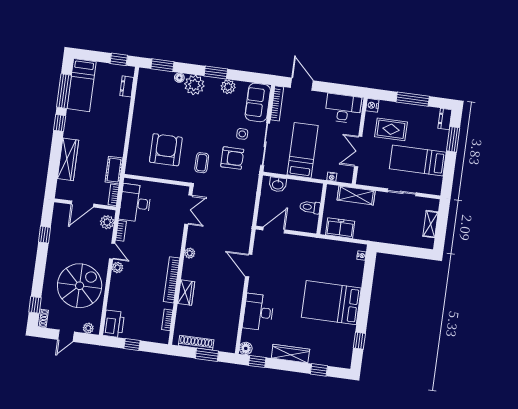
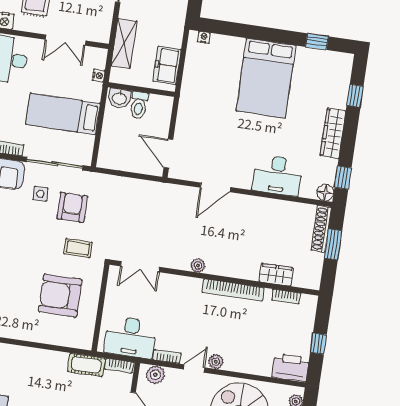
washbasin: (278, 184) -> (119, 98), moved, turned 90
double door: (188, 210) -> (140, 267), swing flipped
wardrobe: (186, 293) -> (276, 275), moved
shoe rack: (196, 343) -> (321, 229), moved

